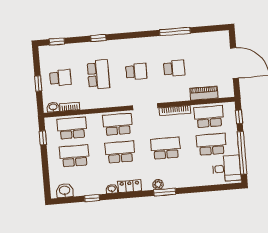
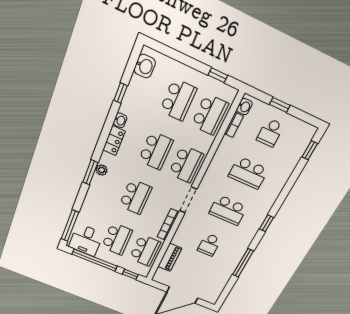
window: (98, 38) -> (266, 223), moved
school desk: (136, 71) -> (228, 210), width x1.85
window: (220, 187) -> (70, 226), added

